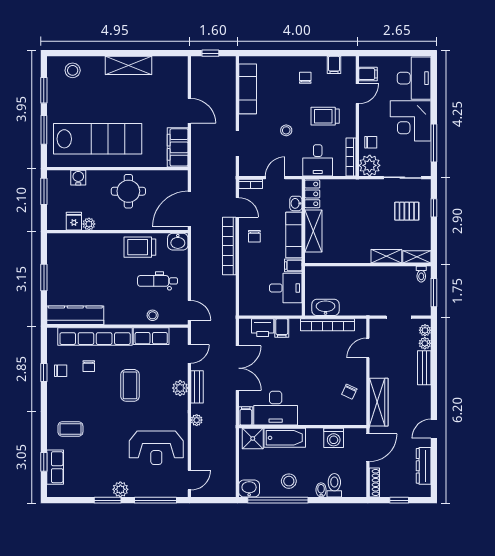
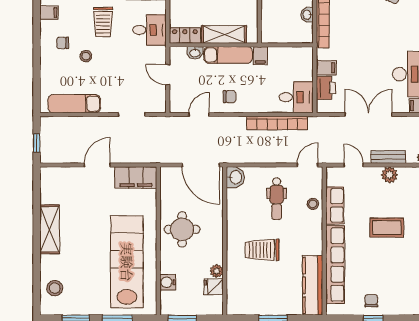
stool: (286, 130) -> (86, 56), moved
bookcase: (251, 184) -> (174, 101), removed
bookcase: (229, 246) -> (277, 123), moved
trolley: (140, 247) -> (262, 250), moved, turned 90
desk: (286, 288) -> (296, 97), moved, turned 90
washbasin: (326, 307) -> (307, 15), width x0.52, depth x0.69
chair: (89, 366) -> (366, 271), removed

